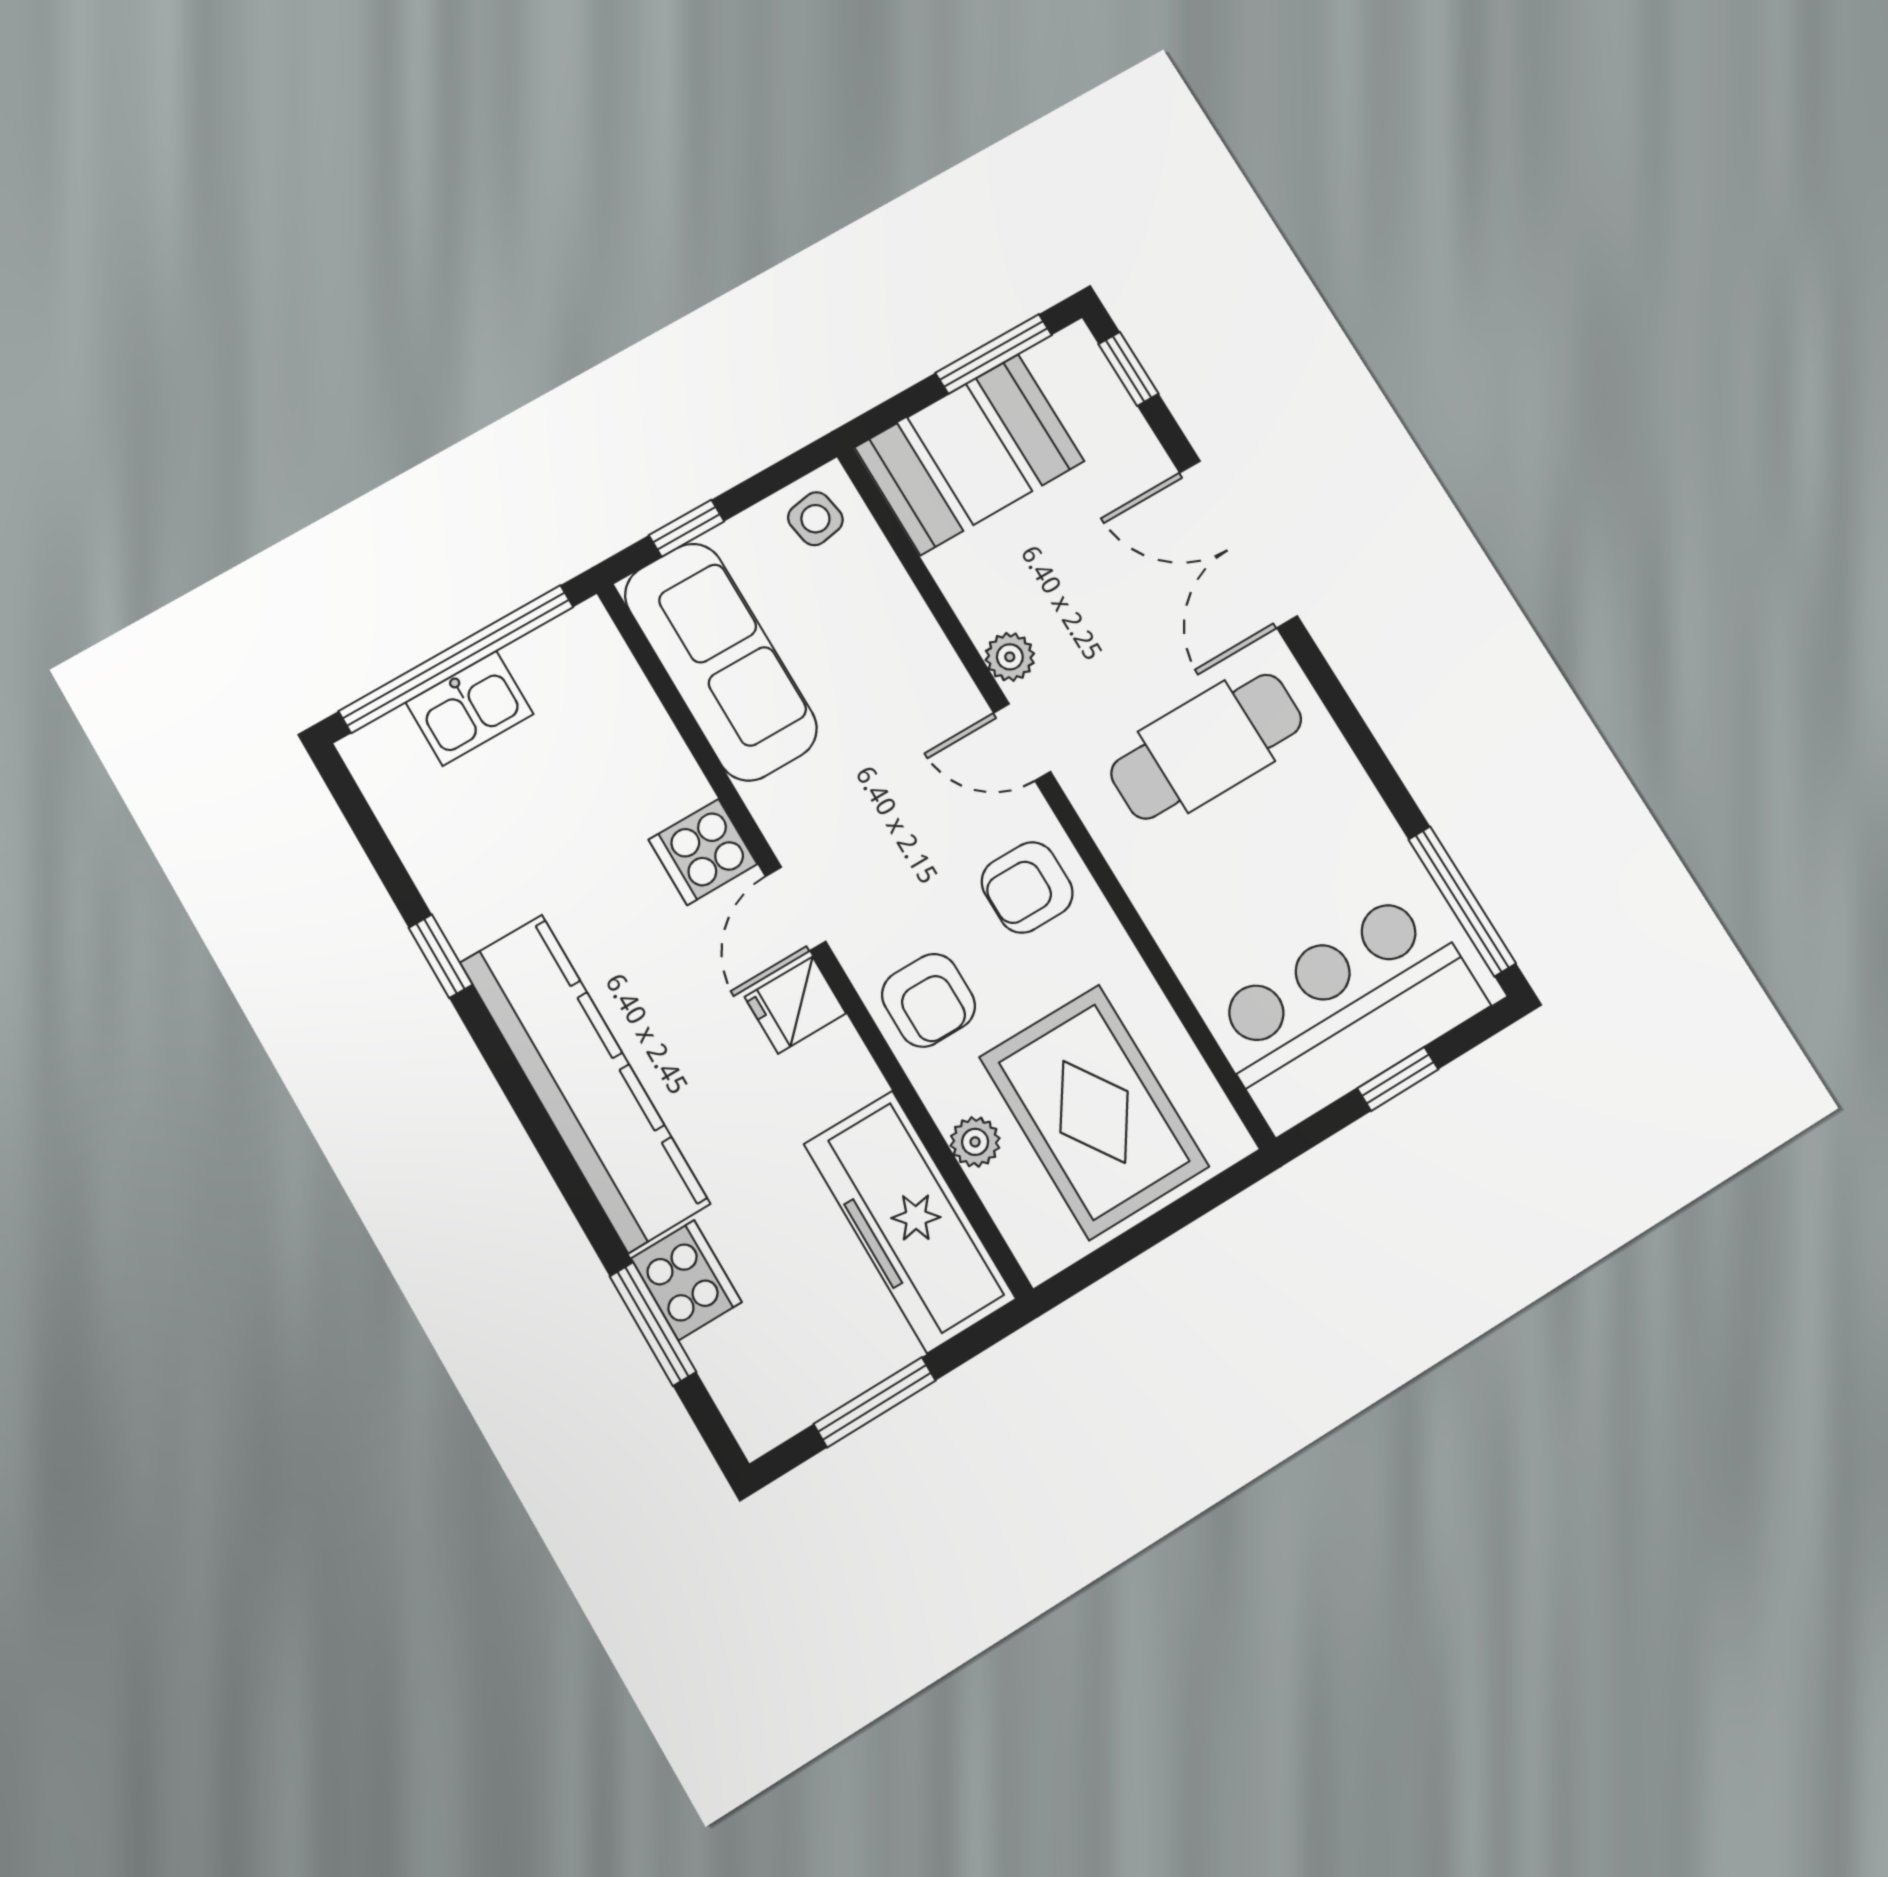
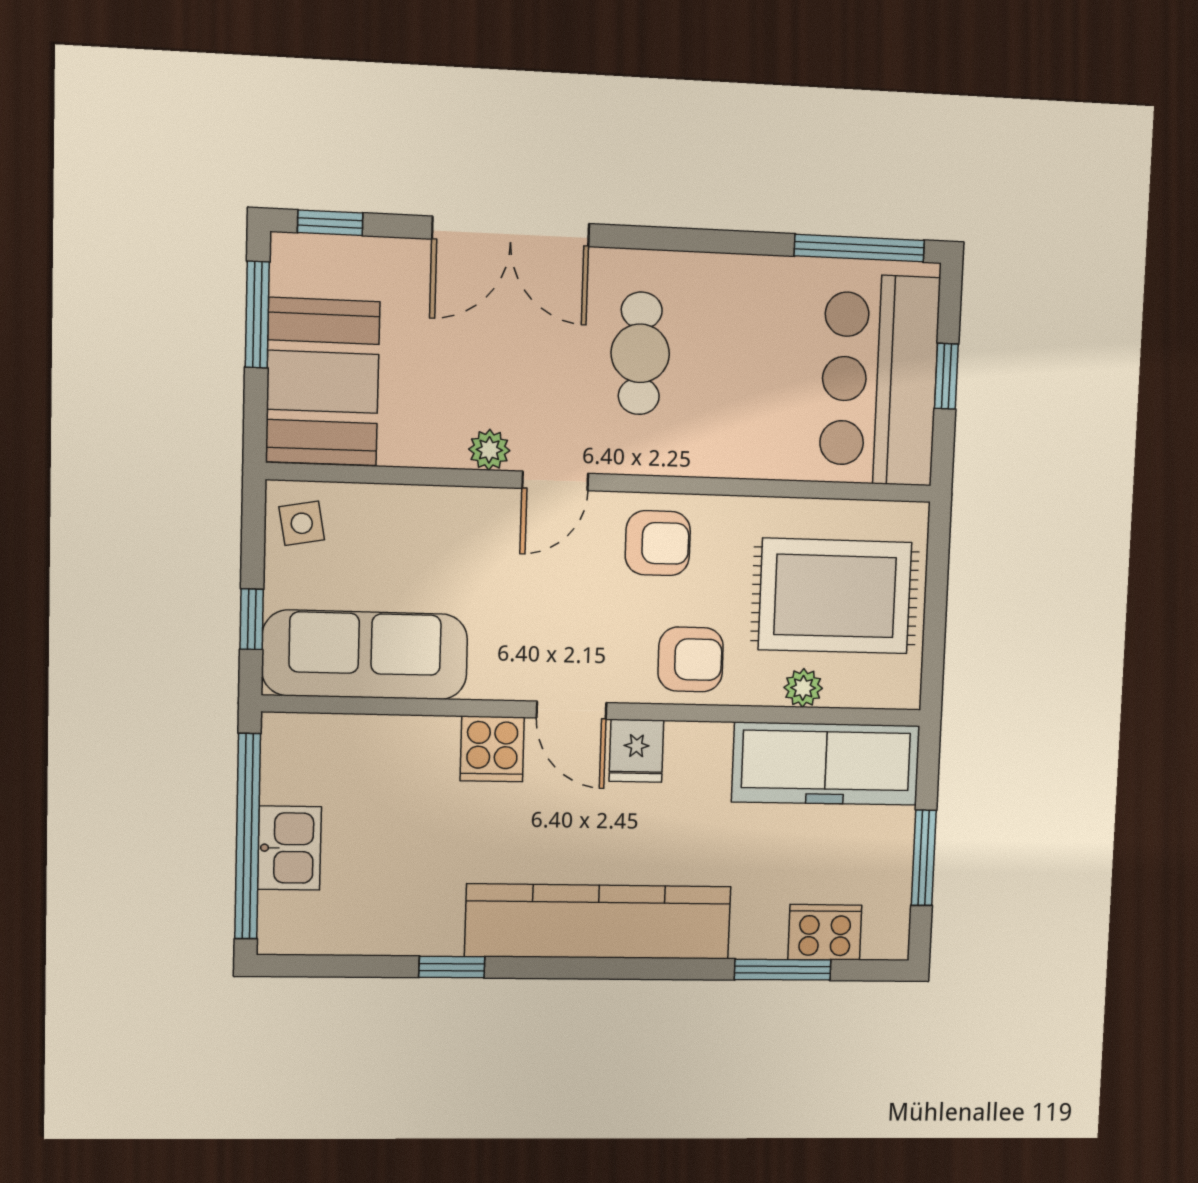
cafe table: (1206, 746) -> (640, 353), width x0.73, depth x0.74
armchair: (1027, 887) -> (658, 543), turned -90
cooker: (686, 1280) -> (825, 932), moved

